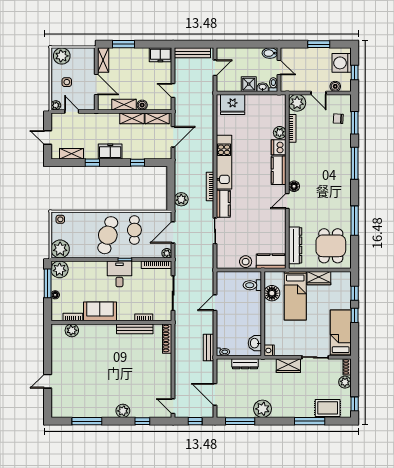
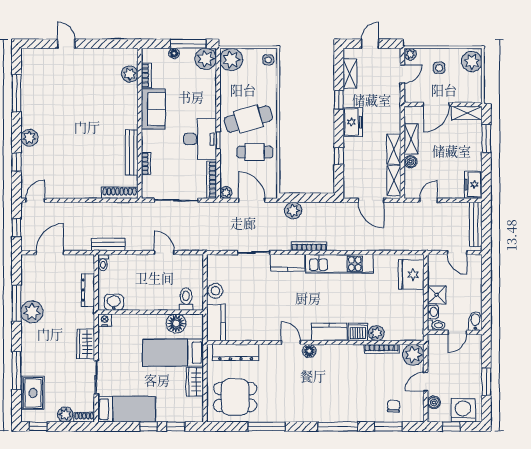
cafe table: (108, 235) -> (248, 119), turned -31
desk: (119, 274) -> (200, 139), width x1.37
window: (240, 421) -> (17, 303), moved

